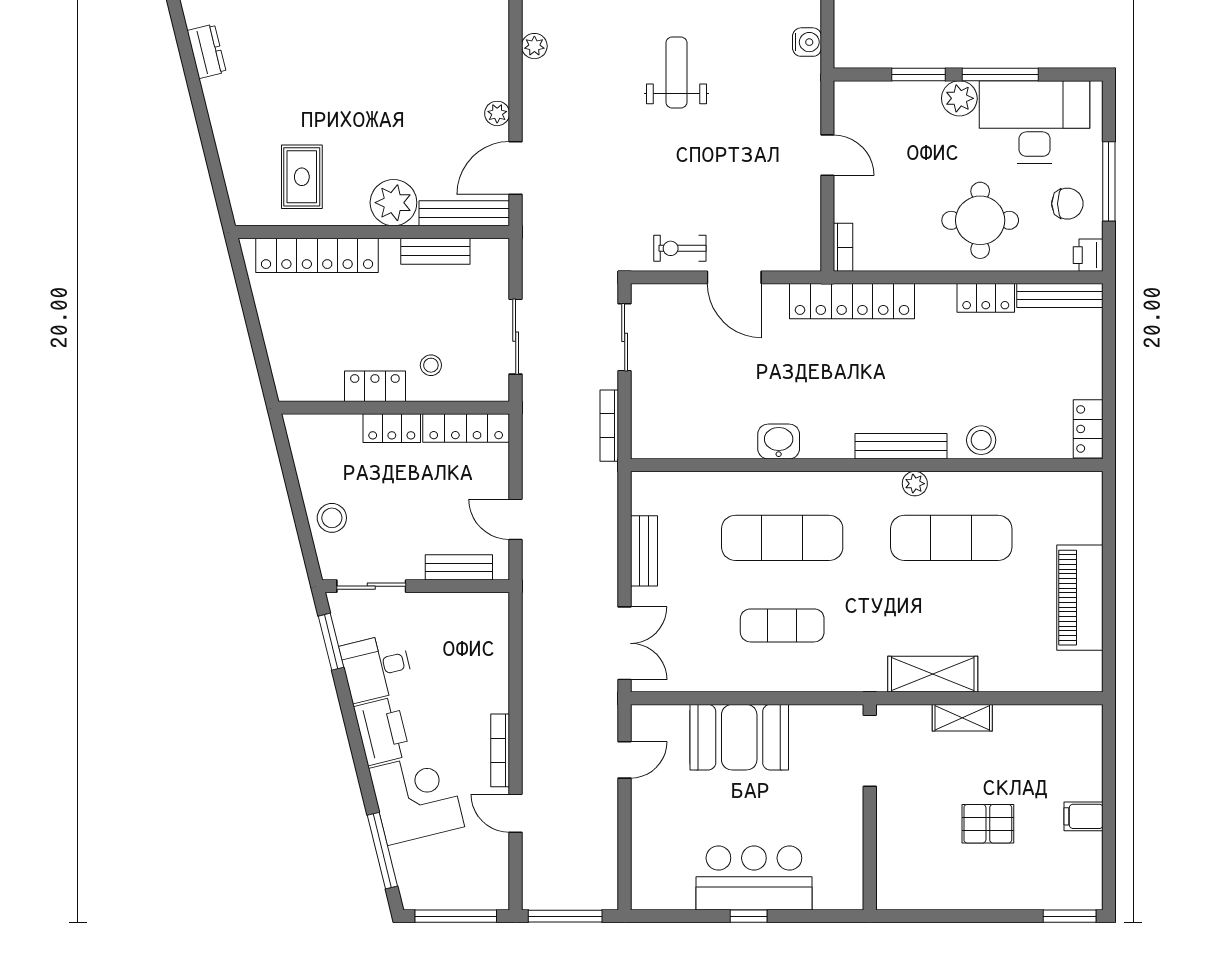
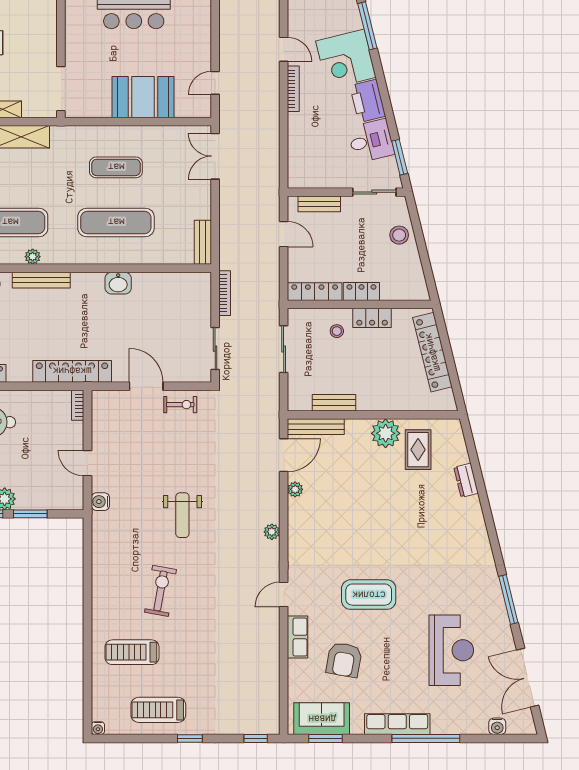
water cooler: (807, 42) -> (100, 502), moved
dresser: (207, 51) -> (466, 480), moved
plant: (393, 203) -> (386, 433), moved
locker: (317, 255) -> (432, 352), moved, turned -104
bench: (644, 551) -> (203, 242), moved

